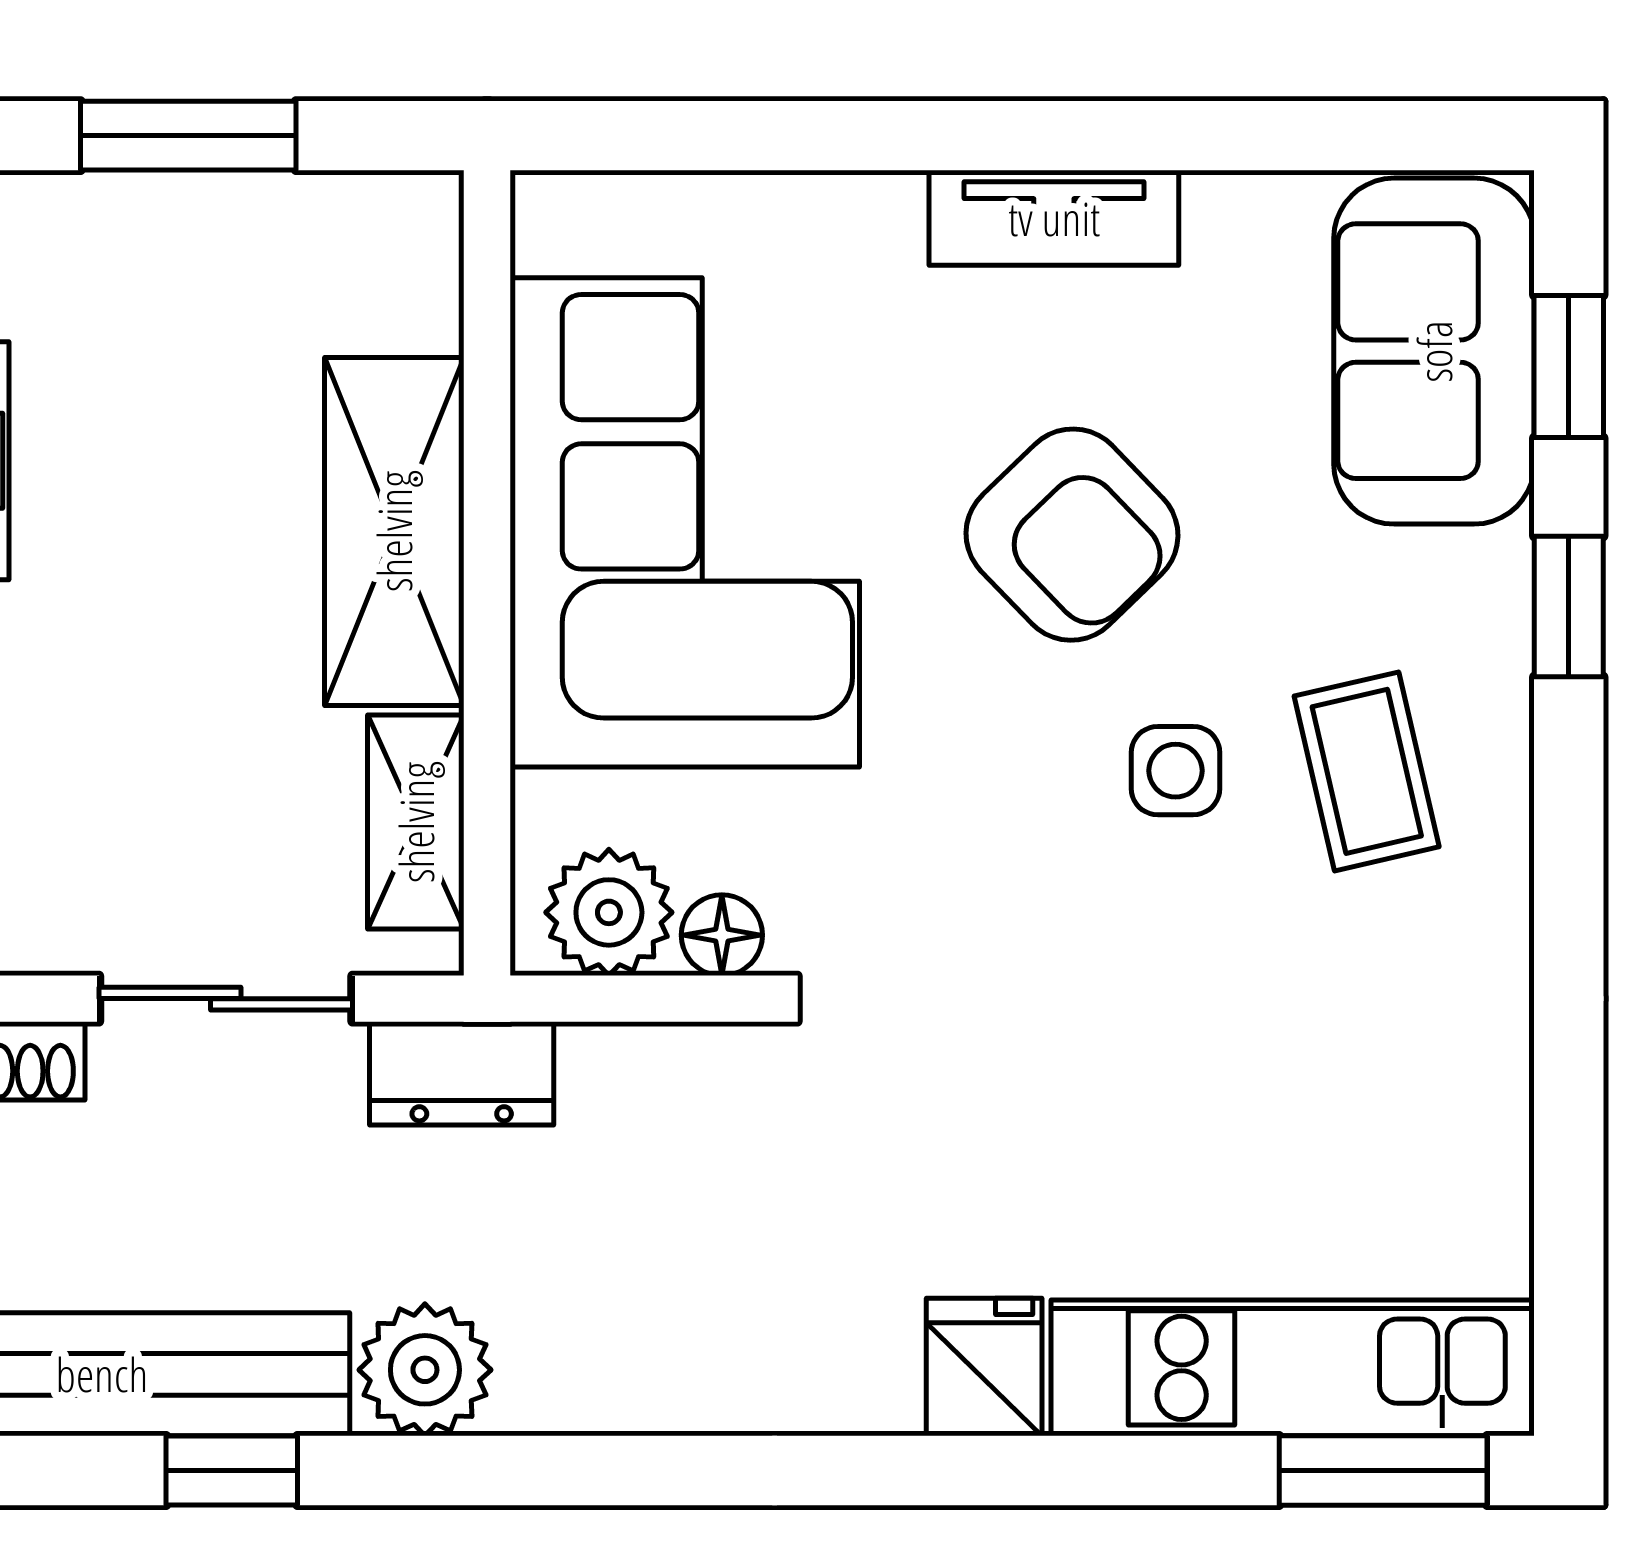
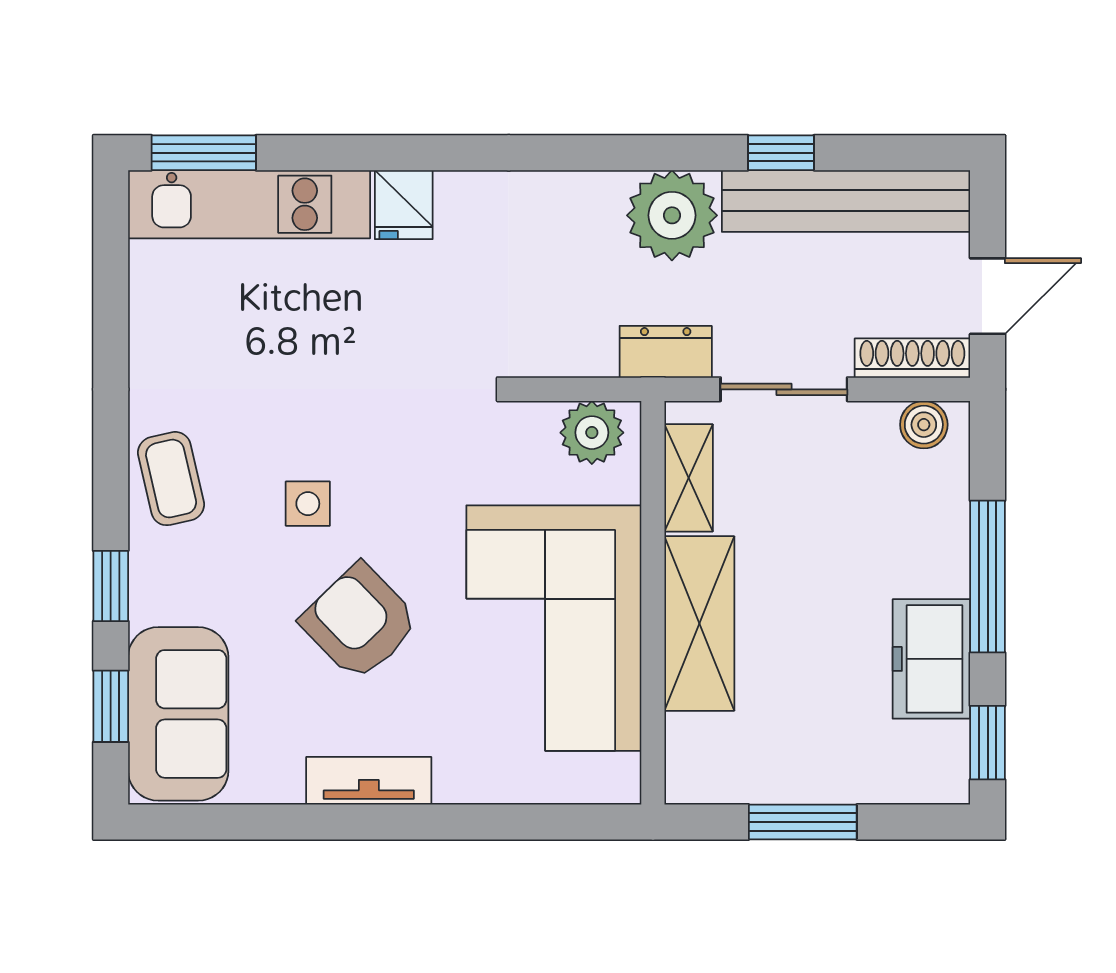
coffee table: (1367, 771) -> (171, 479), moved
floor lamp: (722, 935) -> (535, 421), removed
plant: (425, 1370) -> (672, 215), width x1.36, depth x1.36

